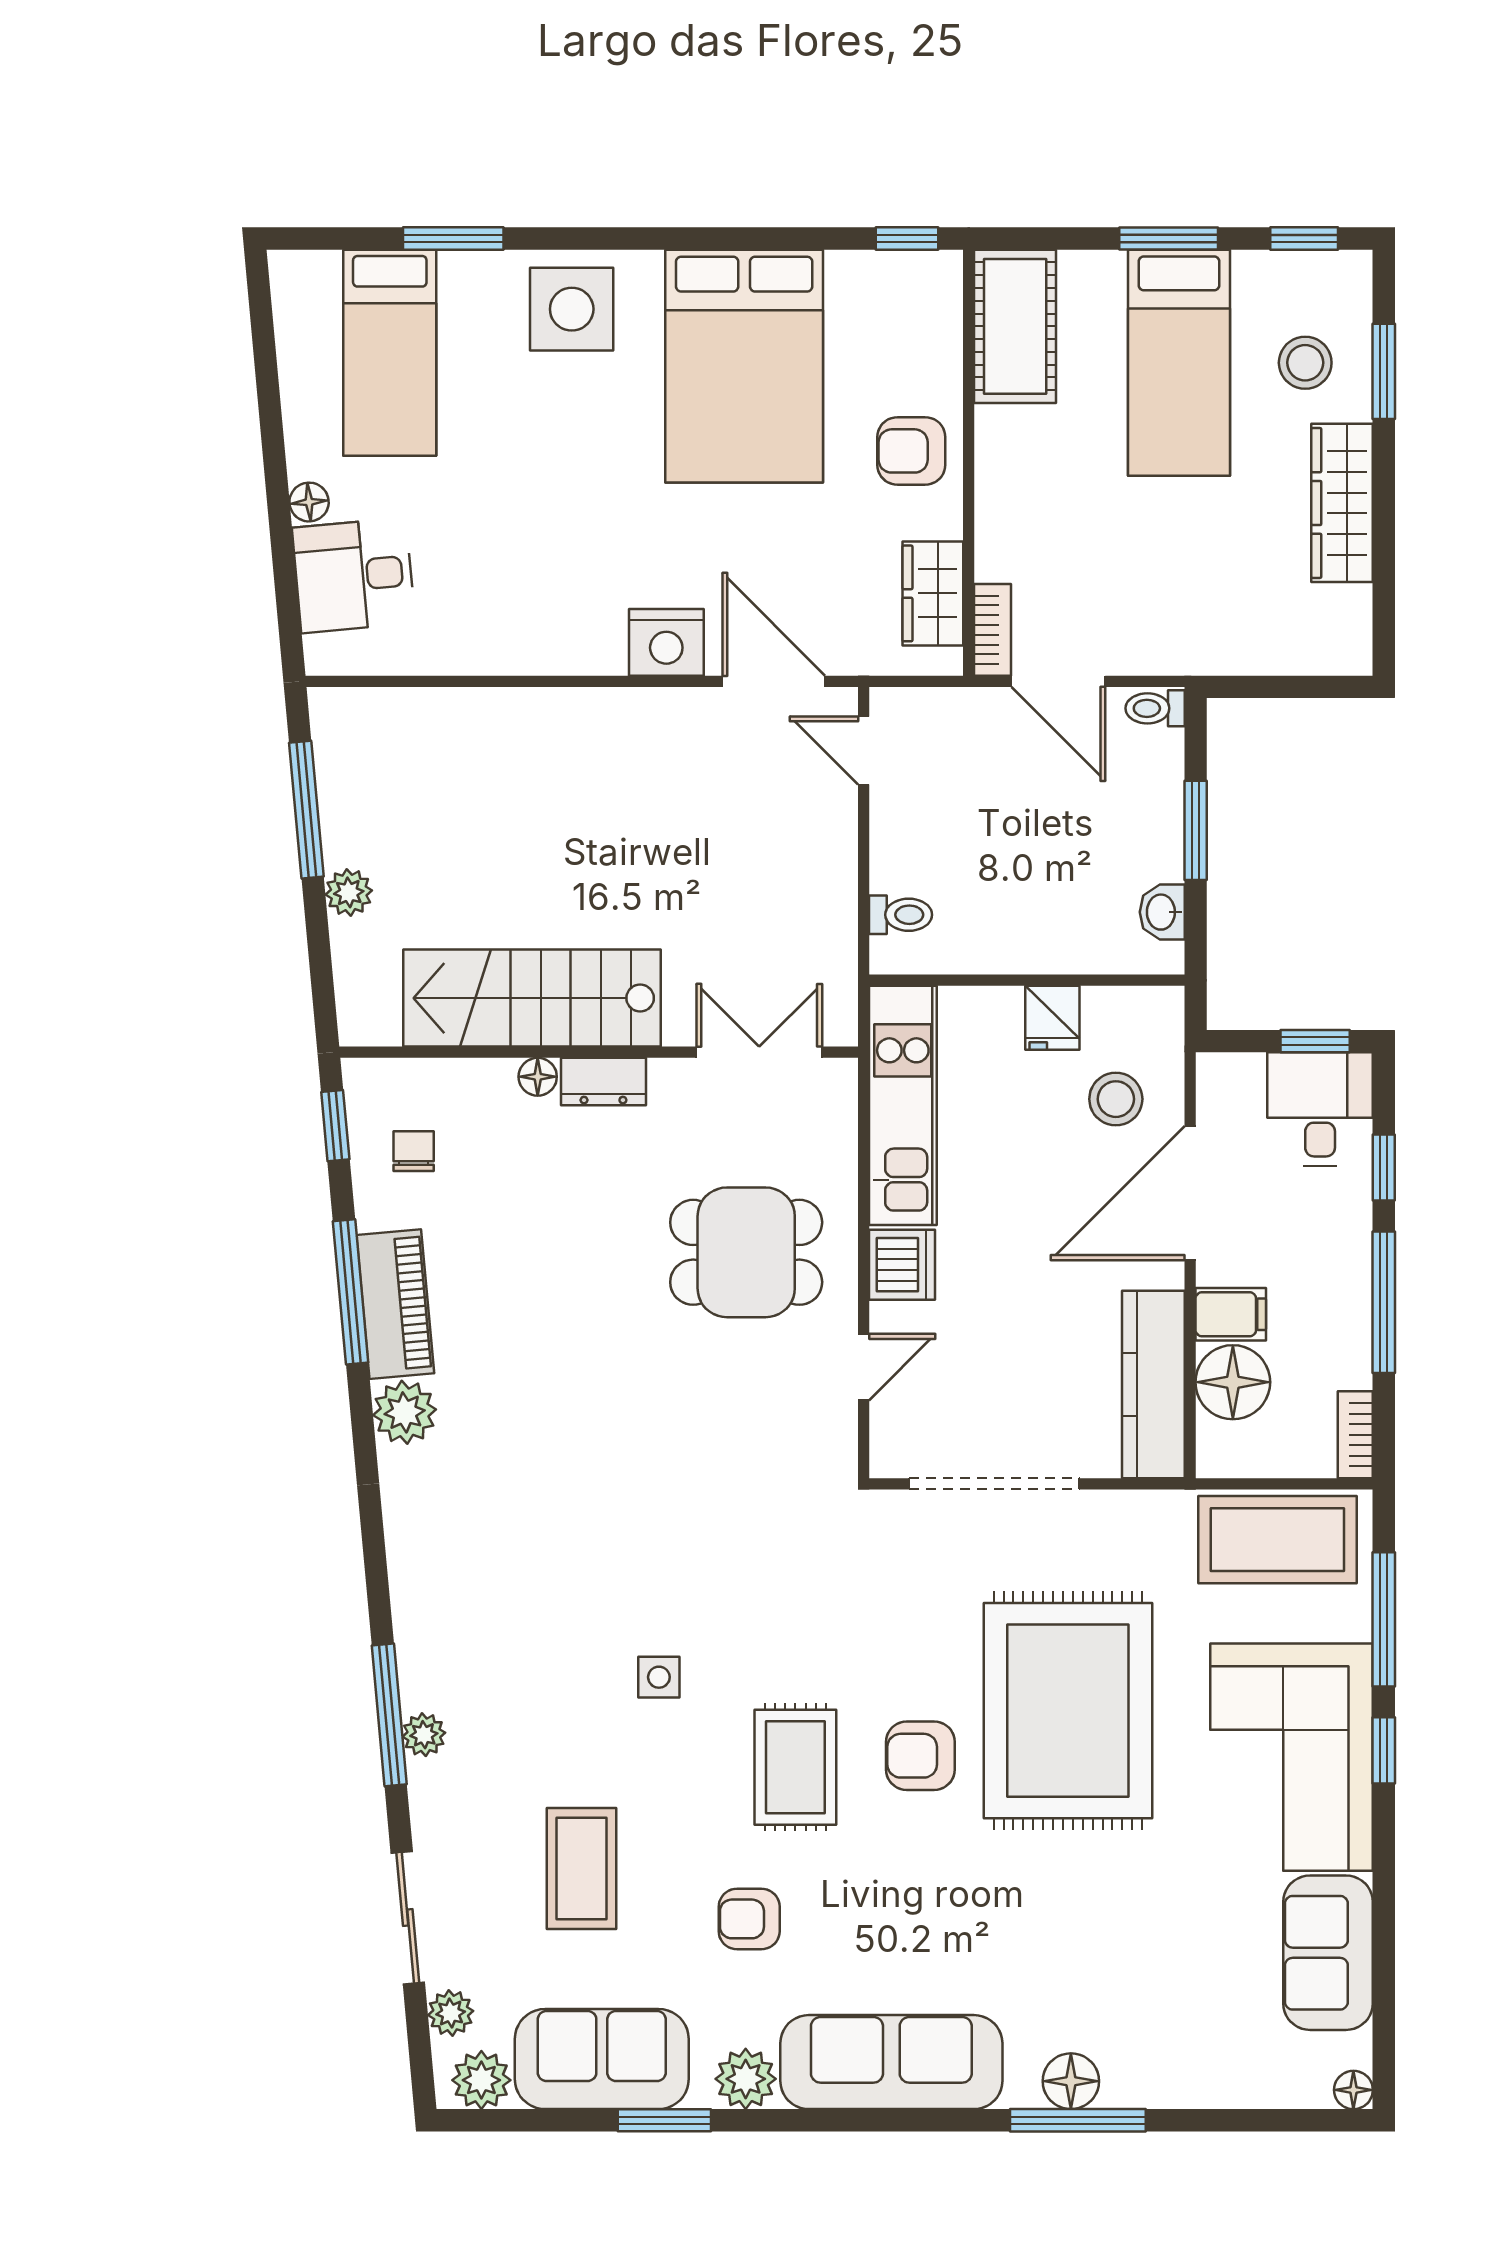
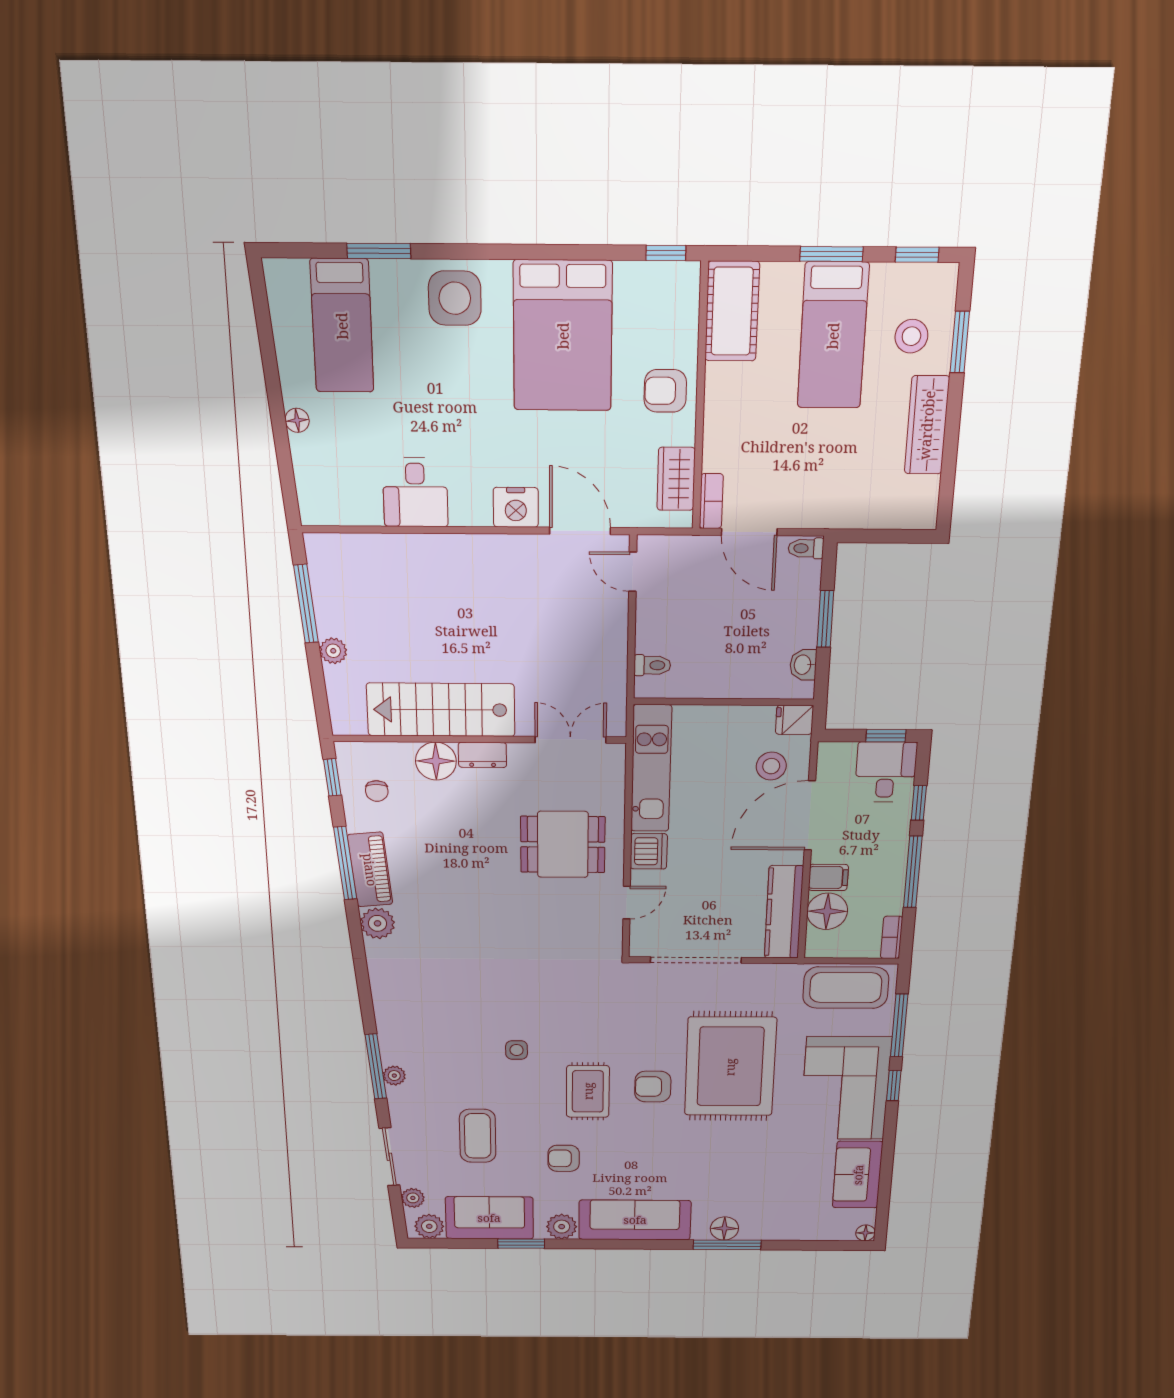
desk: (354, 575) -> (415, 492), moved, turned -85
fridge: (1052, 1018) -> (794, 720), moved, turned 90
floor lamp: (538, 1077) -> (436, 761), width x1.89, depth x1.89
chair: (414, 1151) -> (377, 791), turned 180

